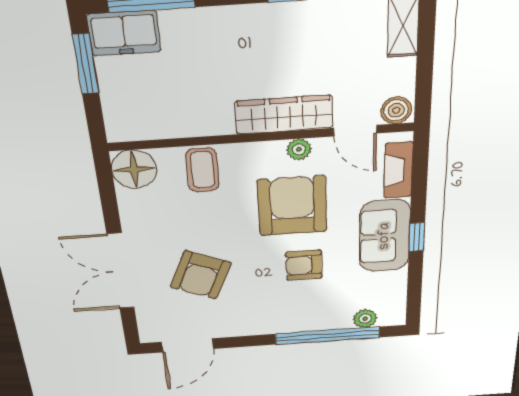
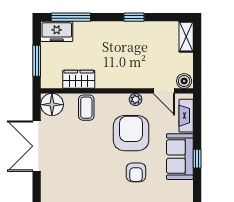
window: (86, 64) -> (37, 61), moved
wardrobe: (284, 115) -> (79, 79), moved, width x0.67
armchair: (304, 265) -> (136, 172), turned -90
double door: (121, 271) -> (37, 146), moved
armchair: (201, 275) -> (79, 174), removed

